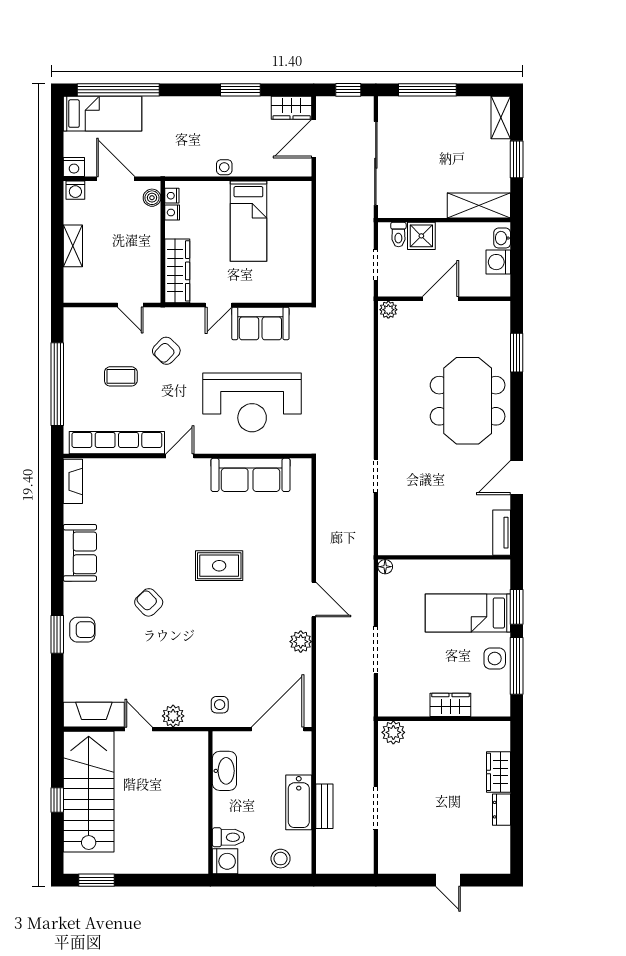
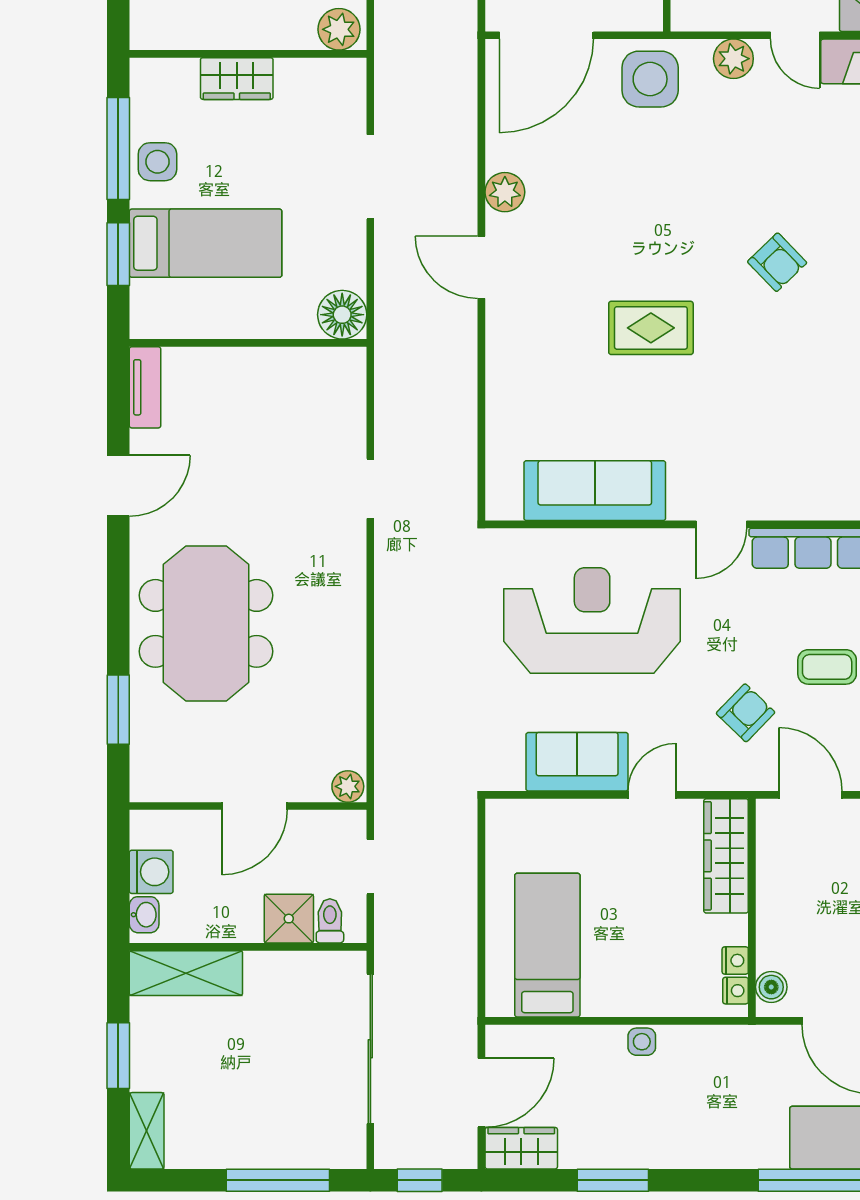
bed: (248, 221) -> (547, 945), moved
door: (130, 305) -> (810, 795), width x1.38
floor lamp: (385, 567) -> (342, 315), width x1.89, depth x1.89
side table: (220, 705) -> (650, 79), width x1.87, depth x1.87

